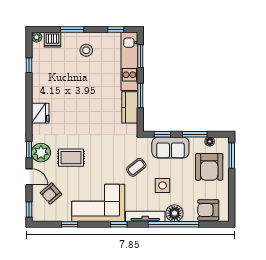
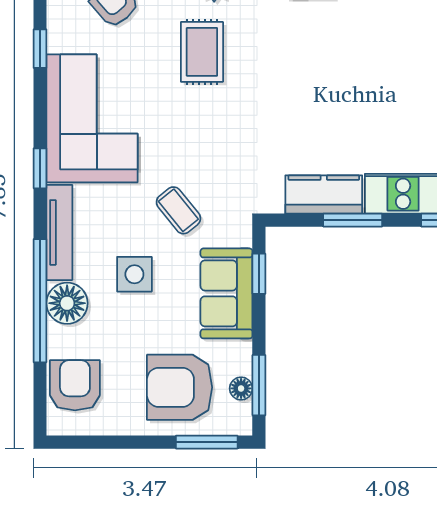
window: (195, 134) -> (259, 385), moved

